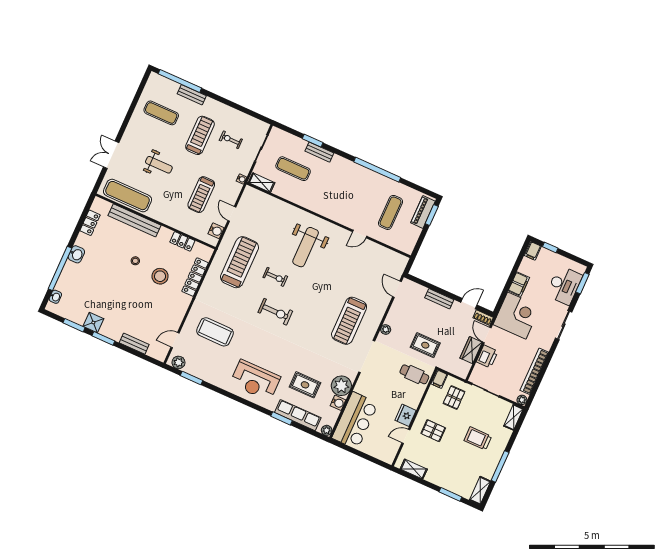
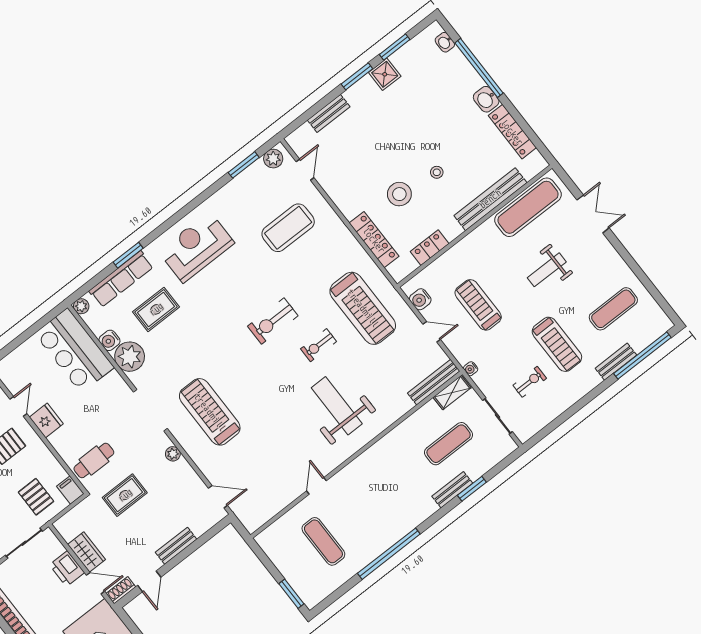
bench: (261, 197) -> (434, 382), added
piano: (423, 212) -> (302, 584), removed
locker: (90, 223) -> (512, 132), width x1.53

